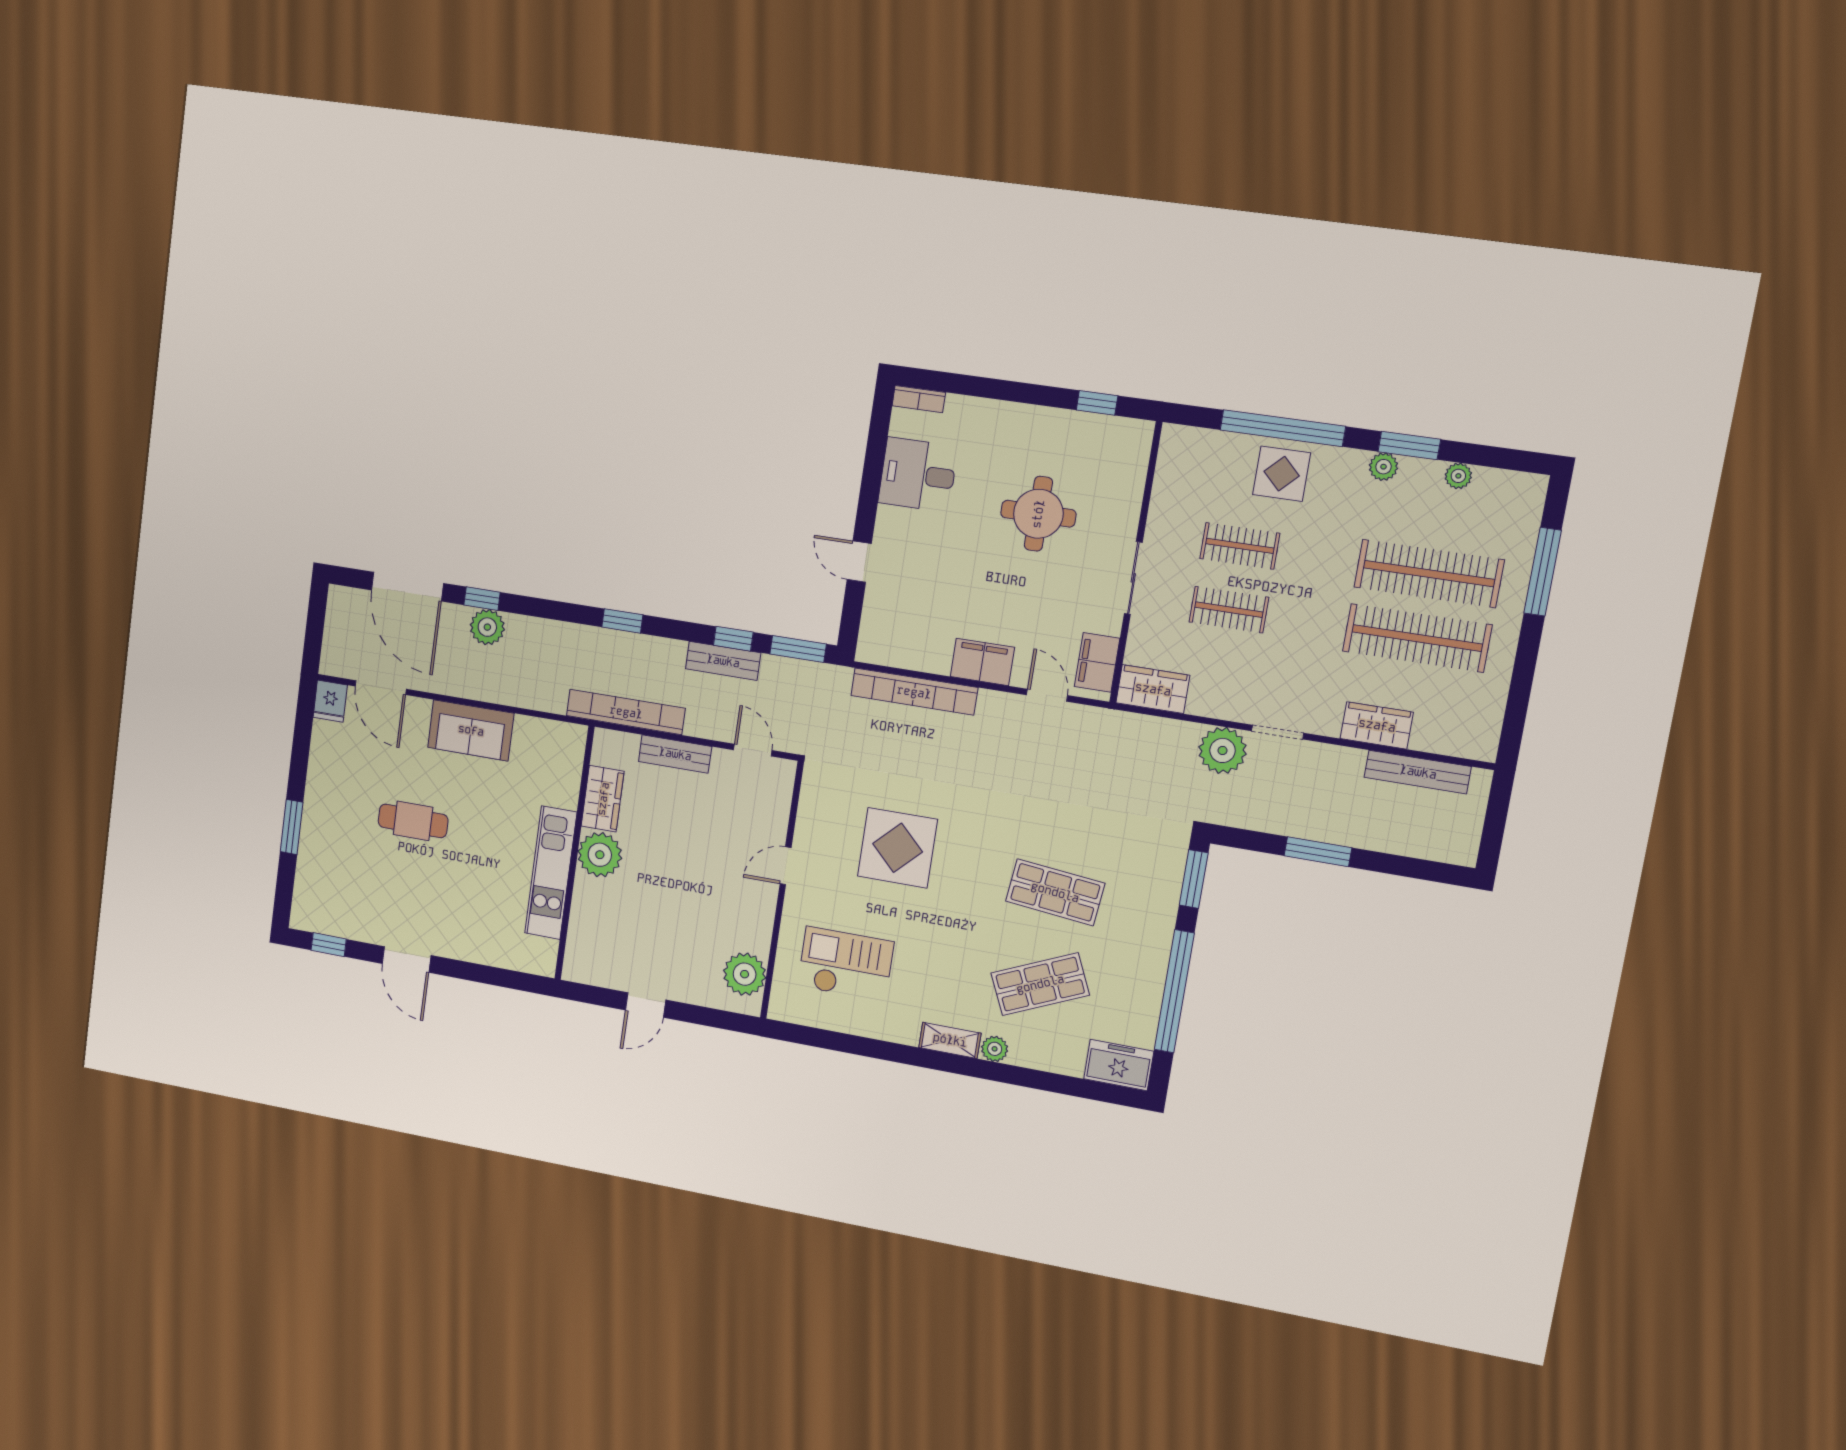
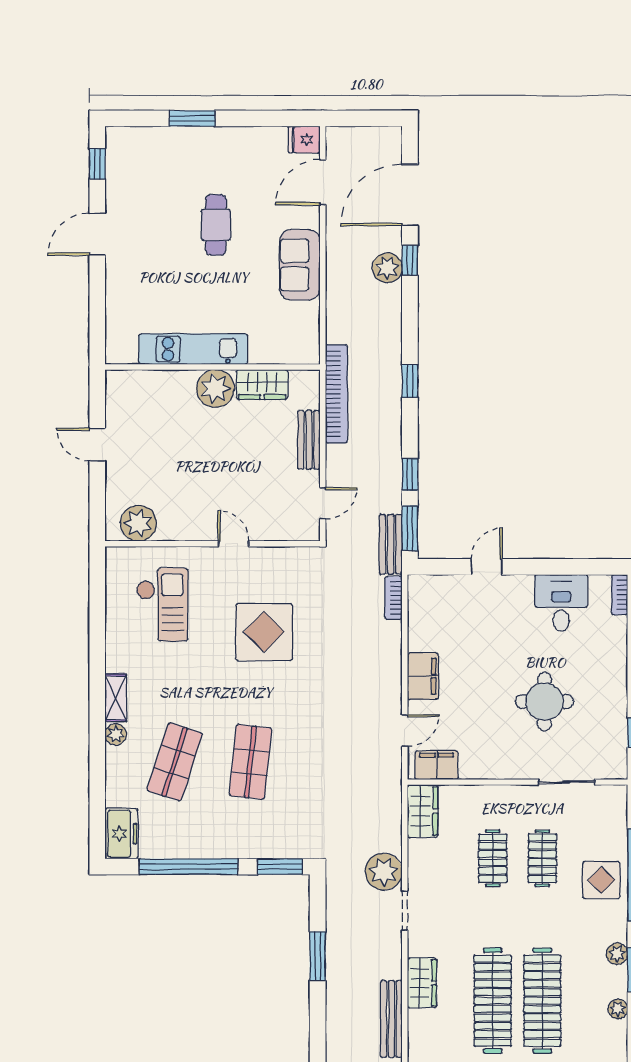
sliding door: (1133, 578) -> (567, 782), moved
bench: (723, 661) -> (391, 544), moved
bookcase: (914, 692) -> (394, 598), width x0.43, depth x0.76
shop shelf: (1040, 984) -> (175, 762), turned 42

